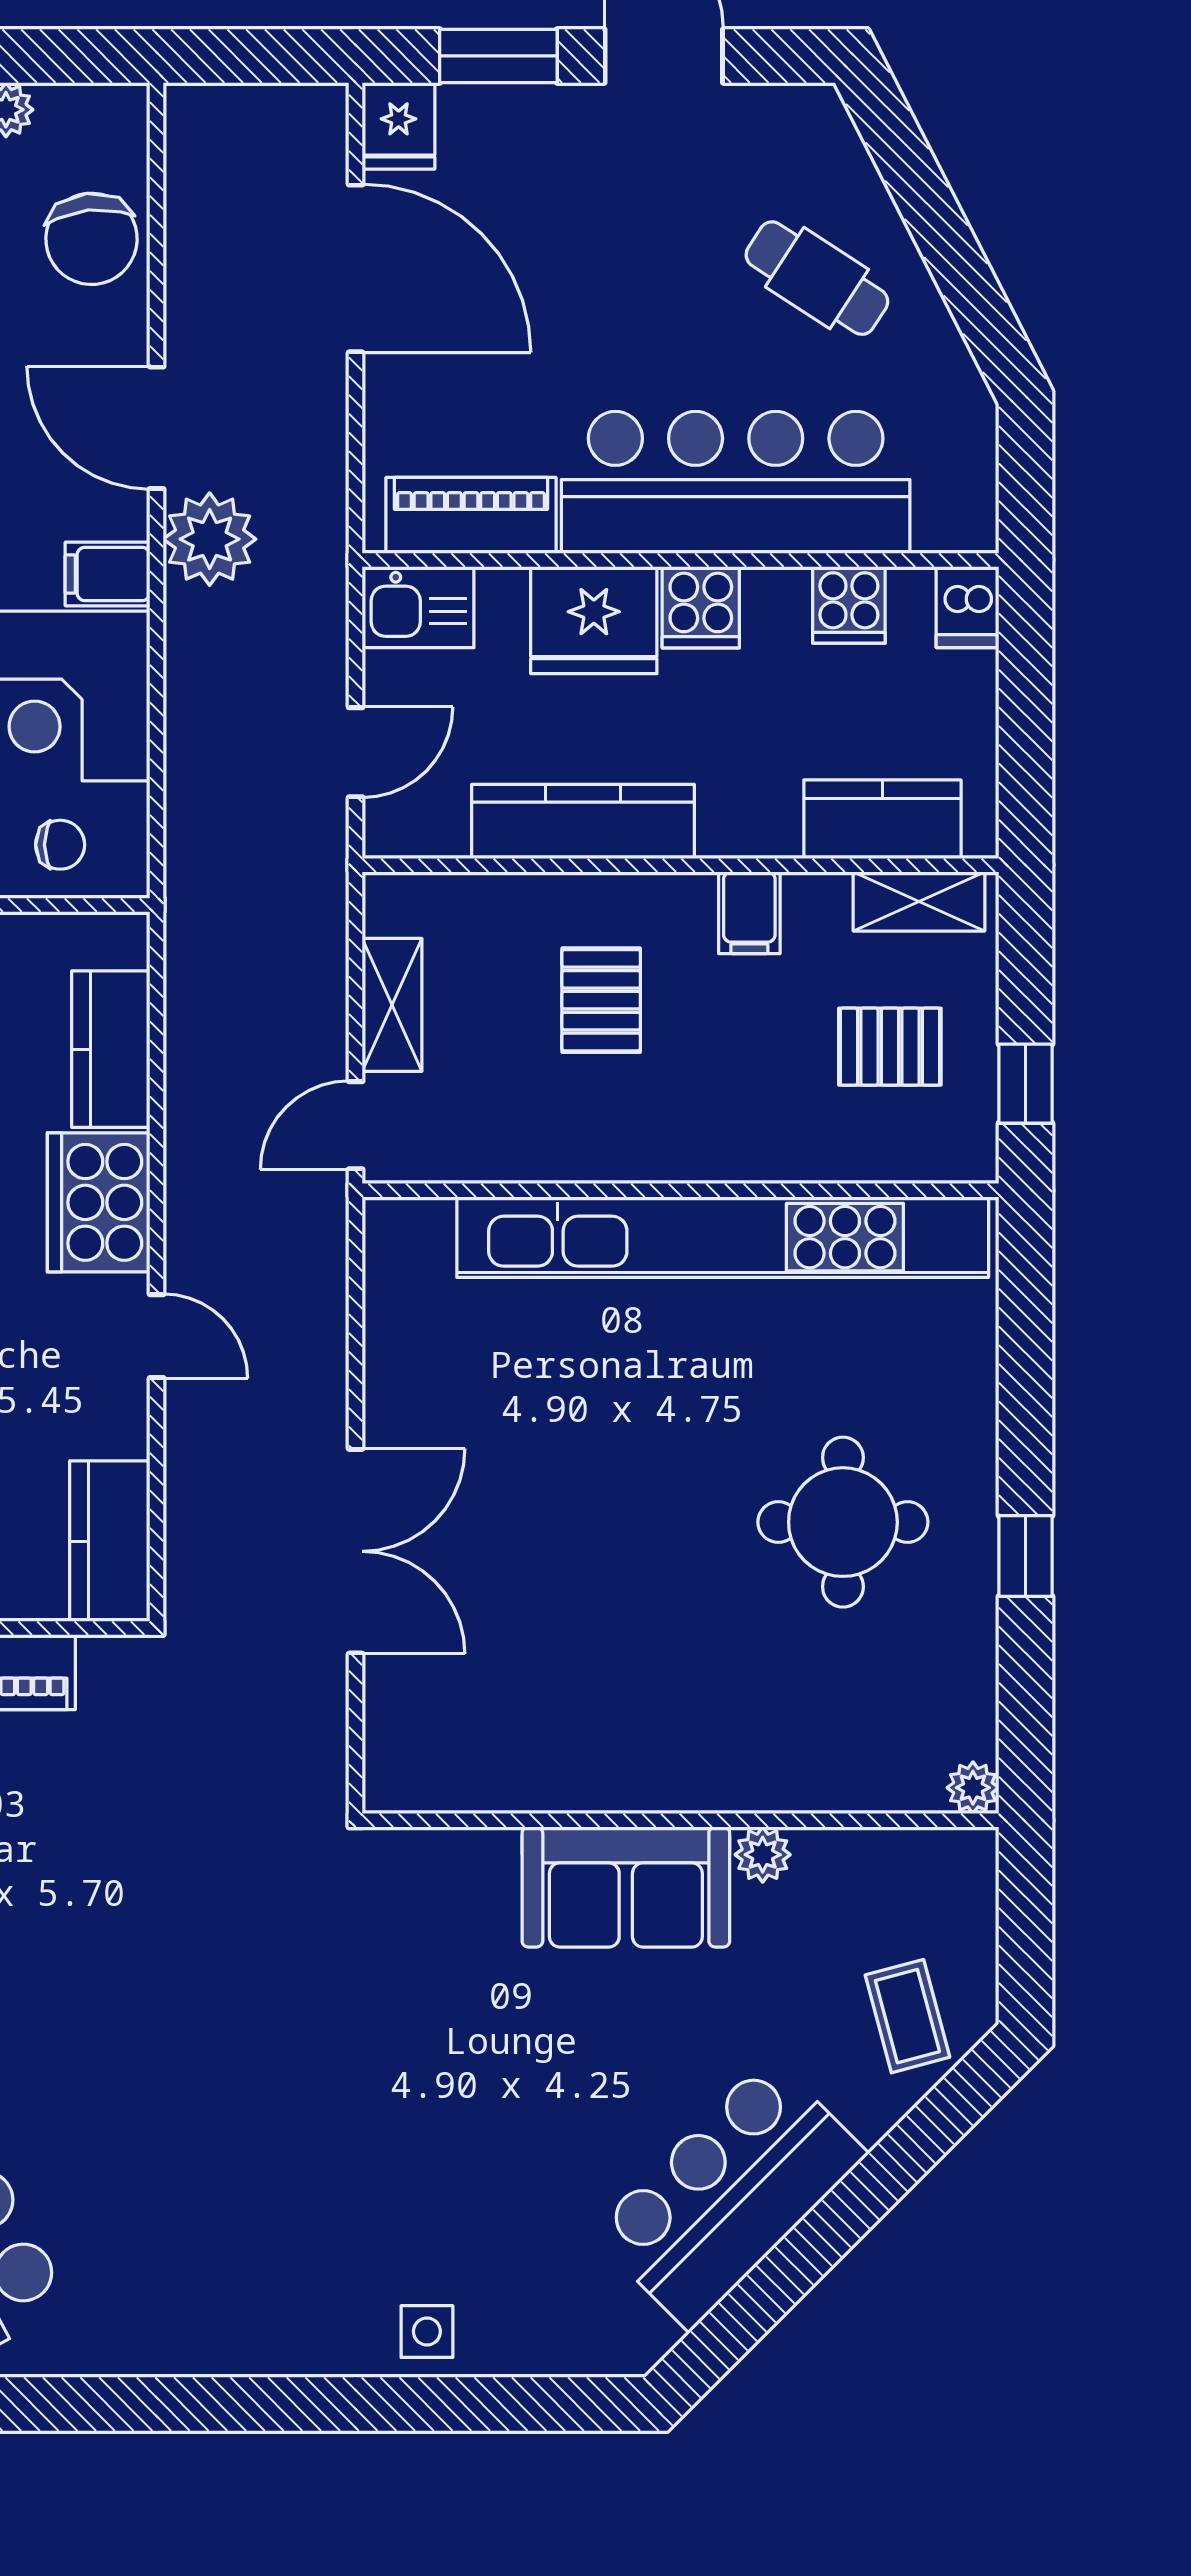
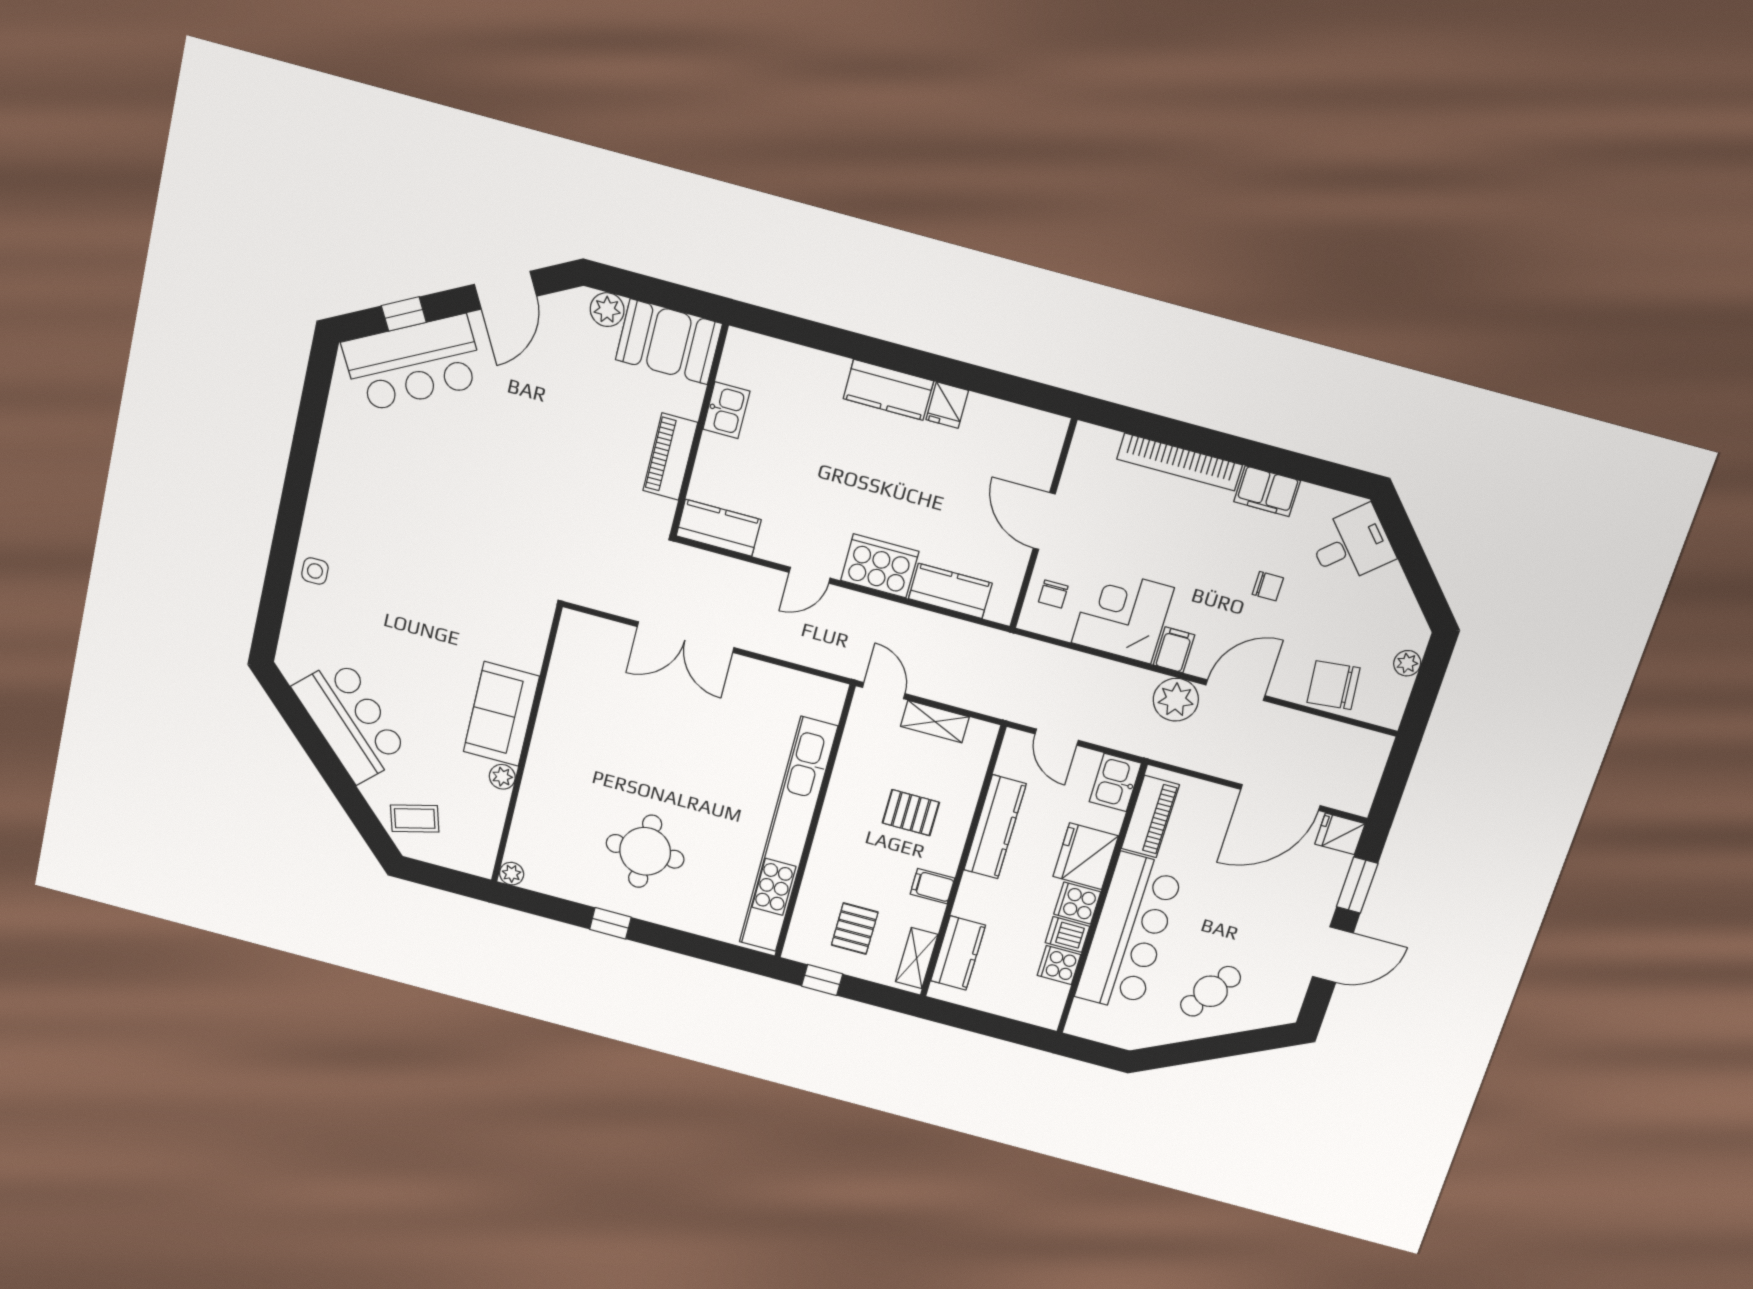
dishwasher: (968, 607) -> (1067, 934), moved

